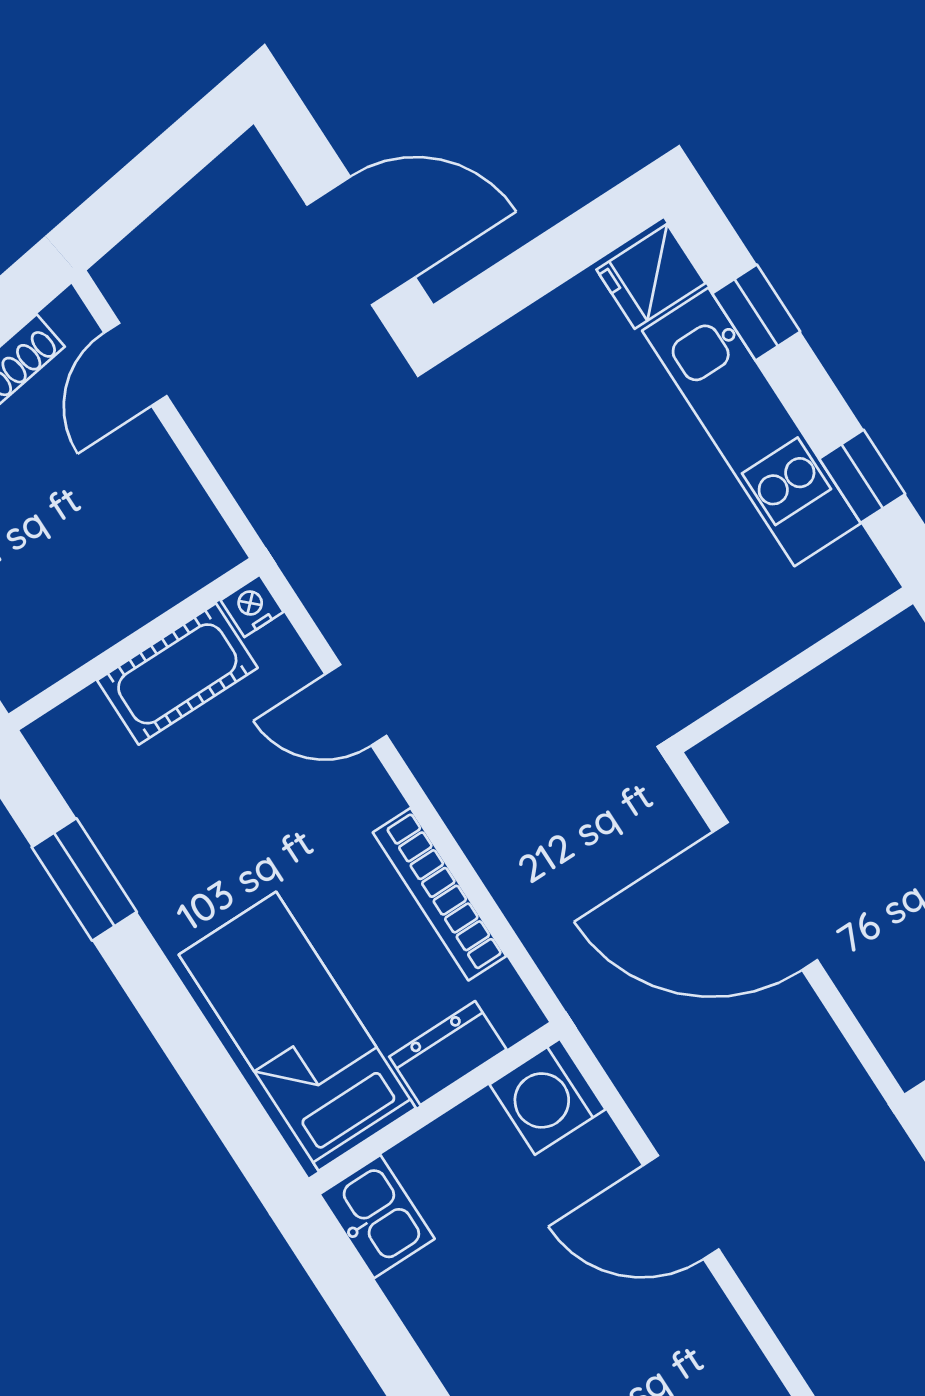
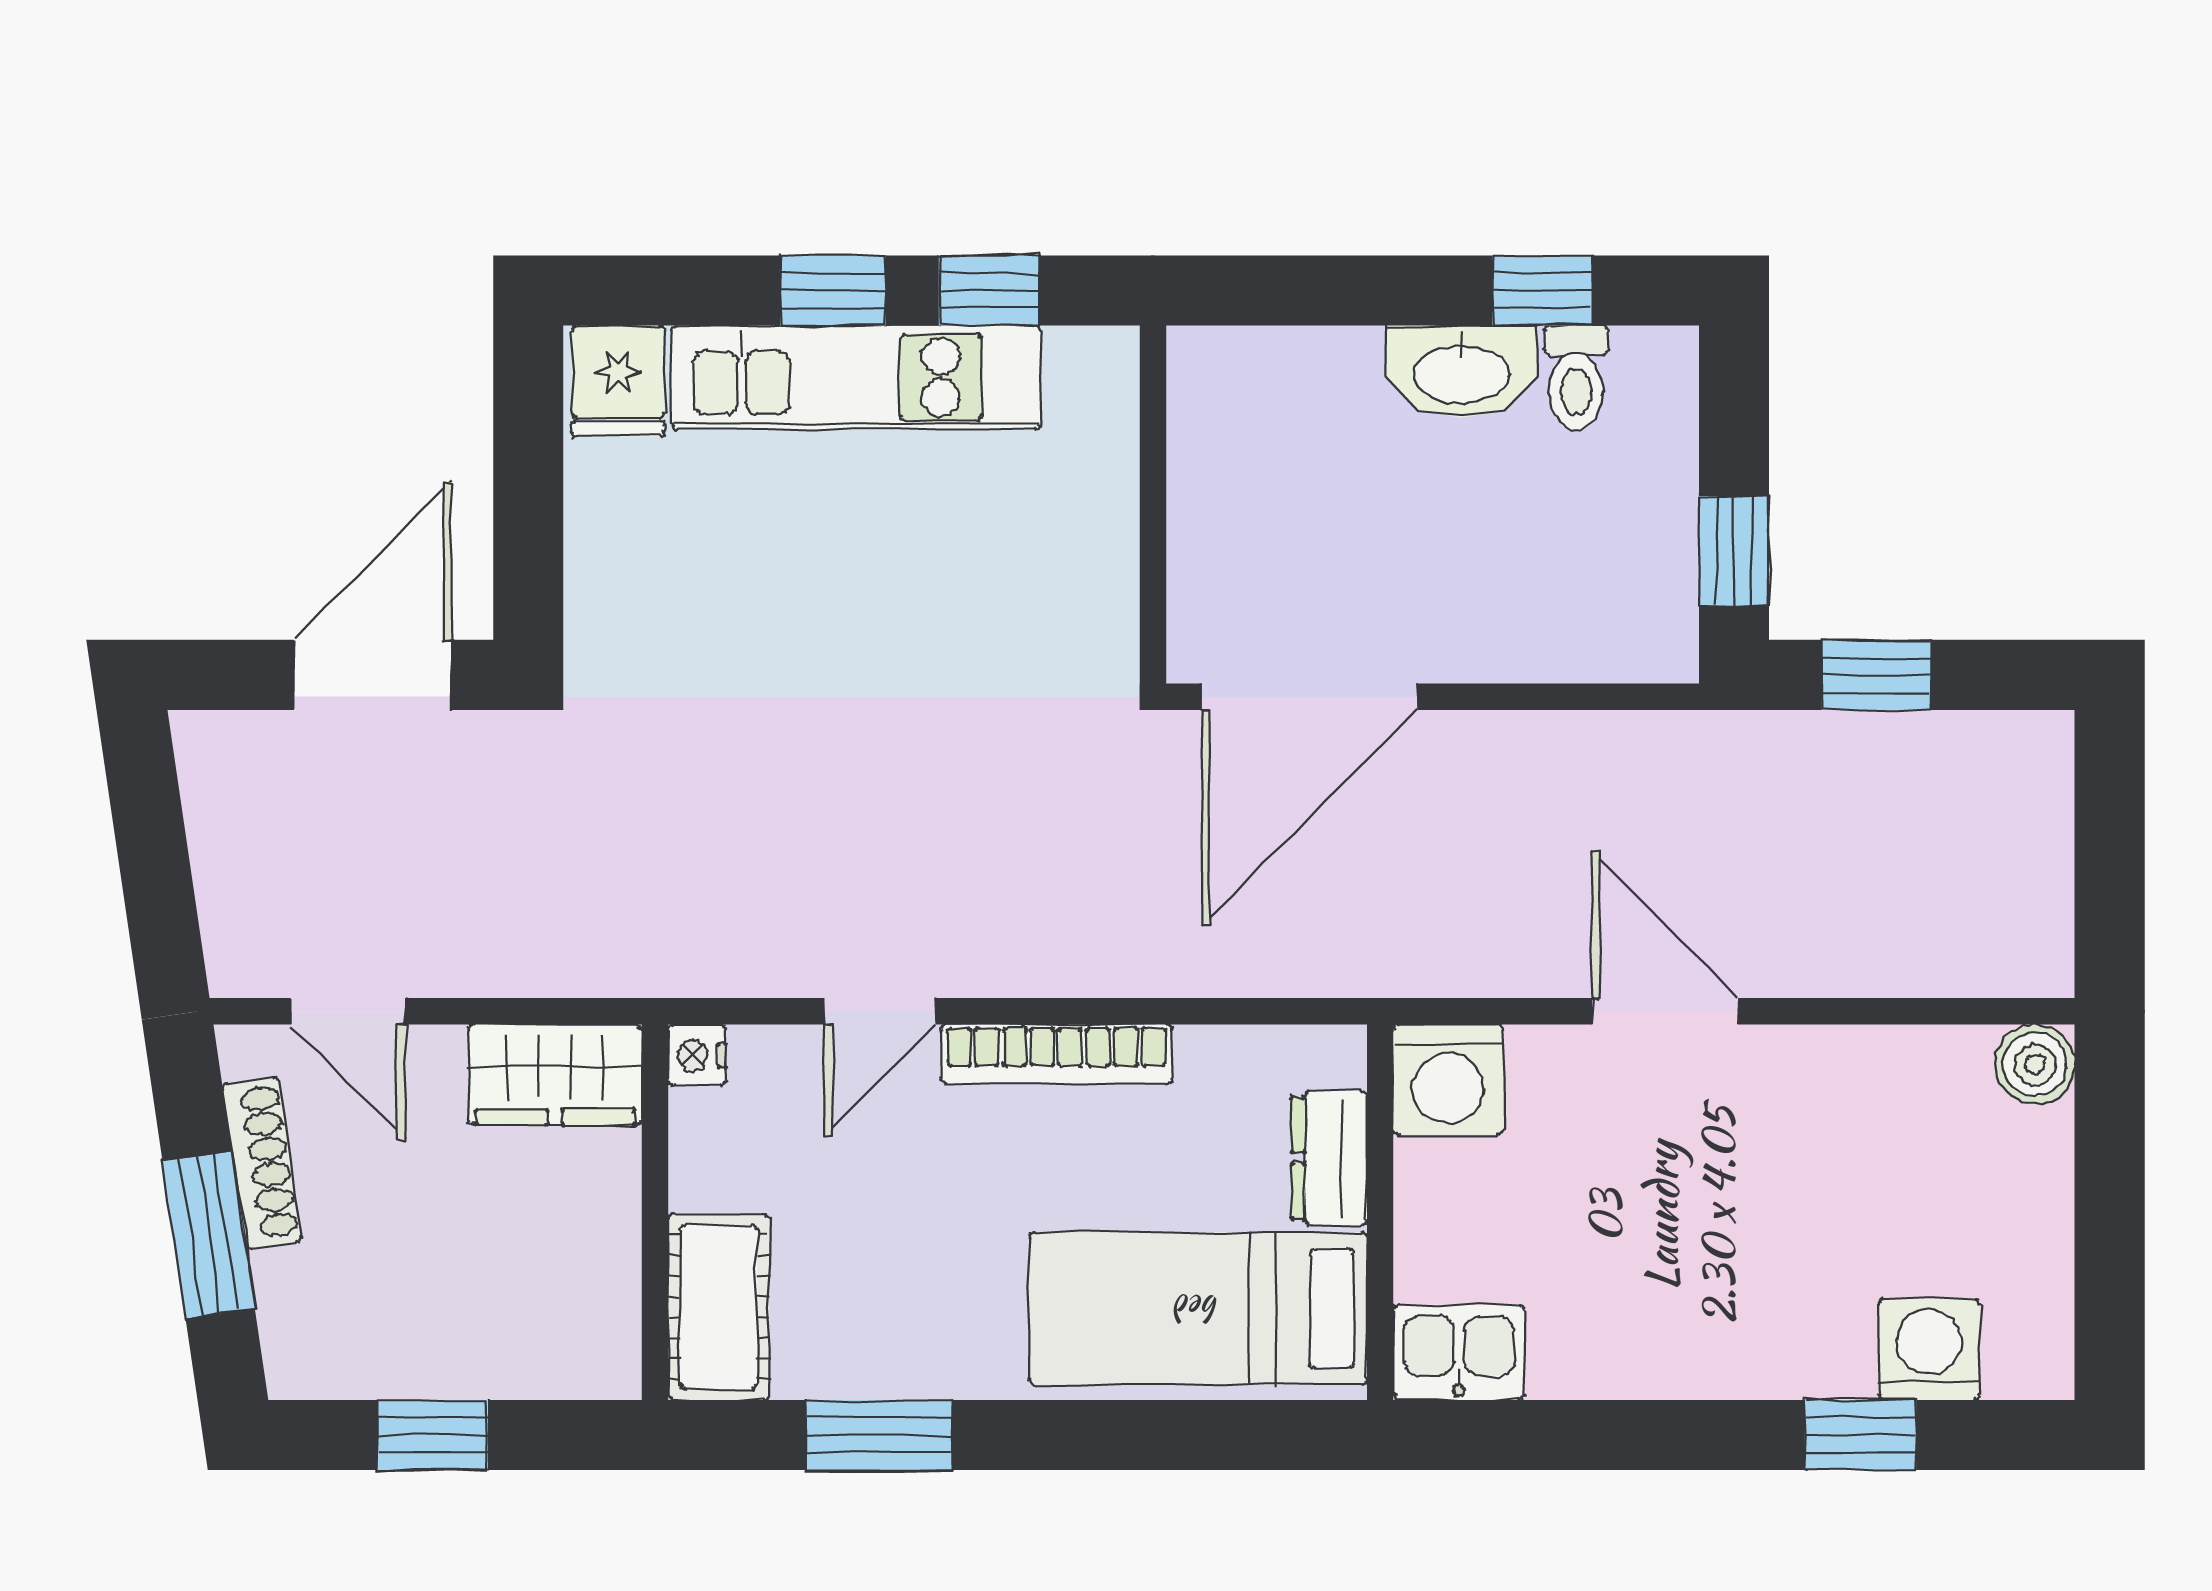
window: (756, 313) -> (833, 290), moved
wardrobe: (181, 523) -> (555, 1075), added
cot: (177, 674) -> (719, 1307), moved
bookcase: (440, 894) -> (1056, 1054), moved
door: (765, 896) -> (1309, 697), moved
door: (681, 1207) -> (1665, 1011), swing flipped

